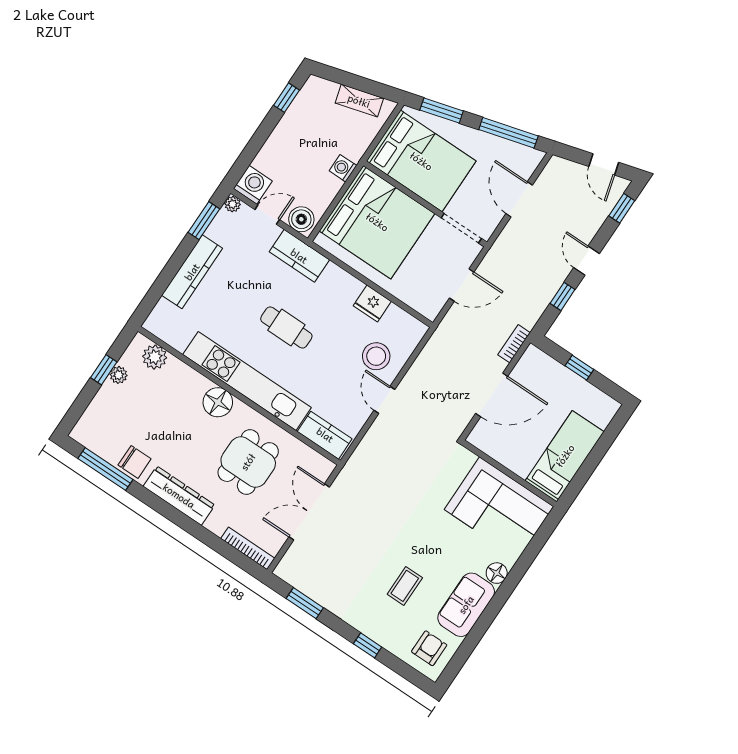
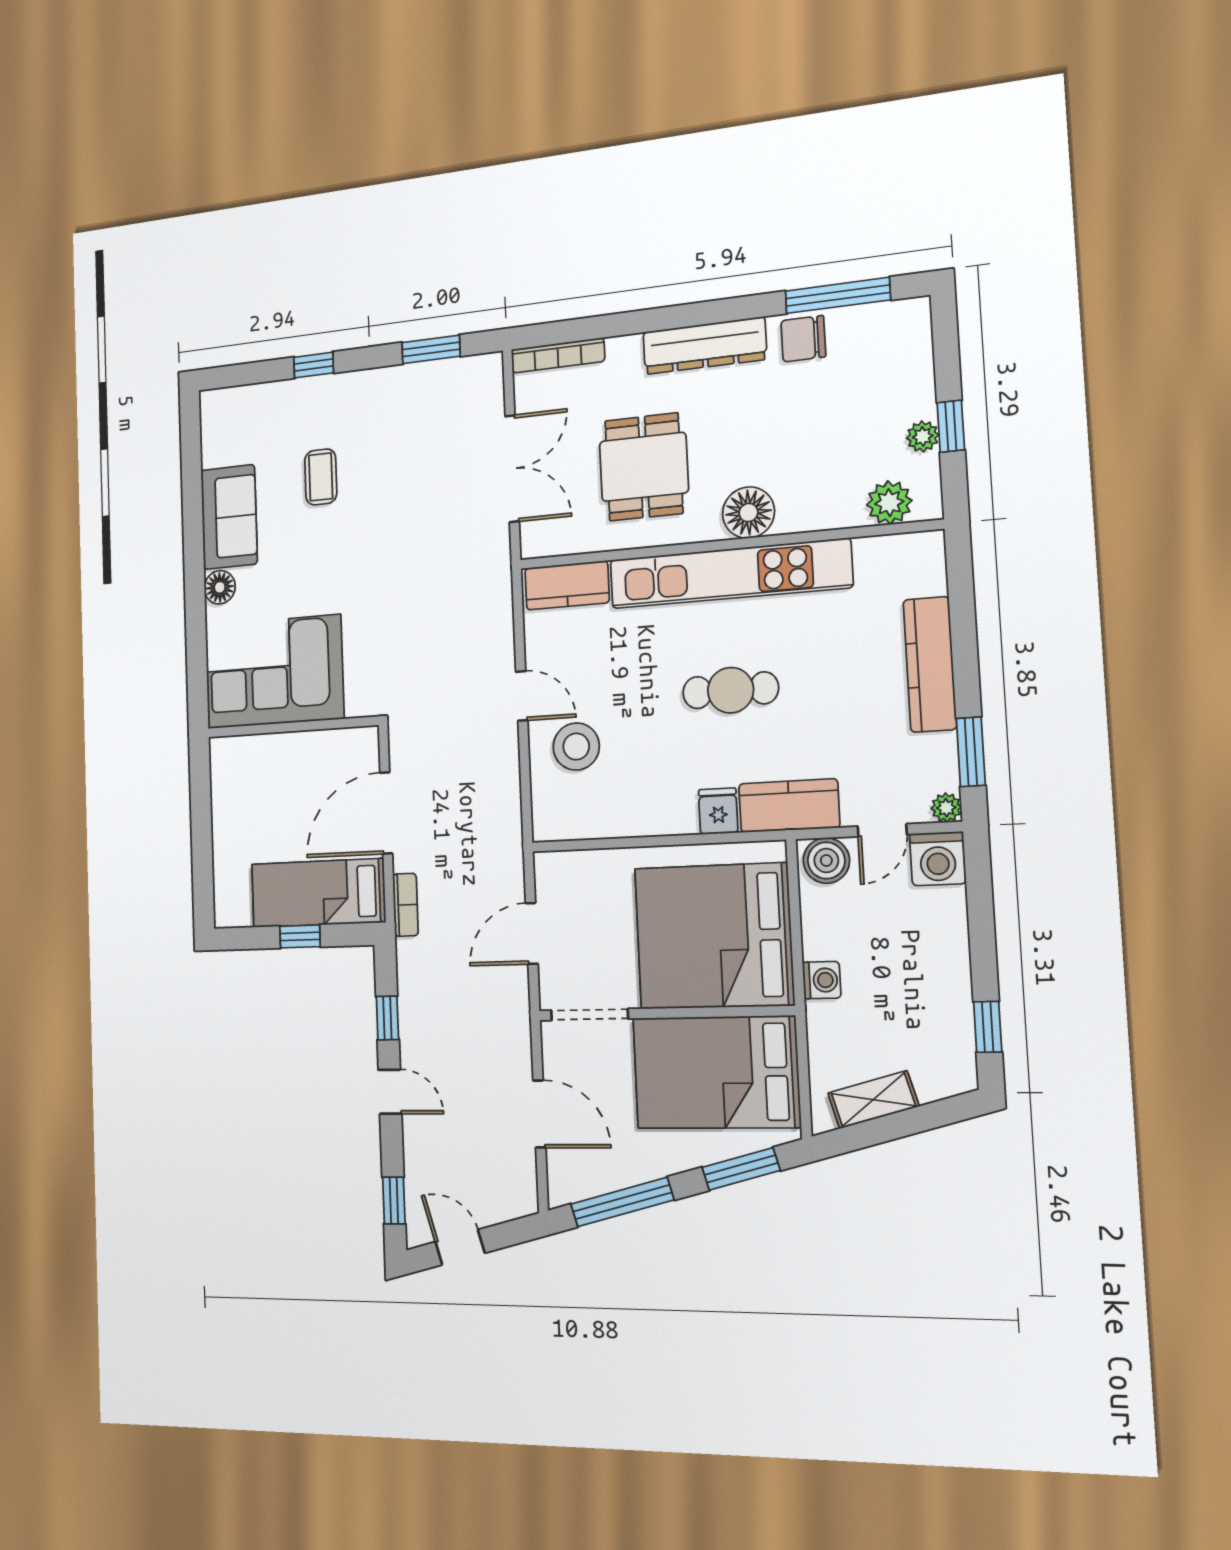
fridge: (372, 303) -> (718, 811), moved, width x0.72
bed: (565, 456) -> (318, 893), moved, turned 90
armchair: (429, 648) -> (236, 426), removed

